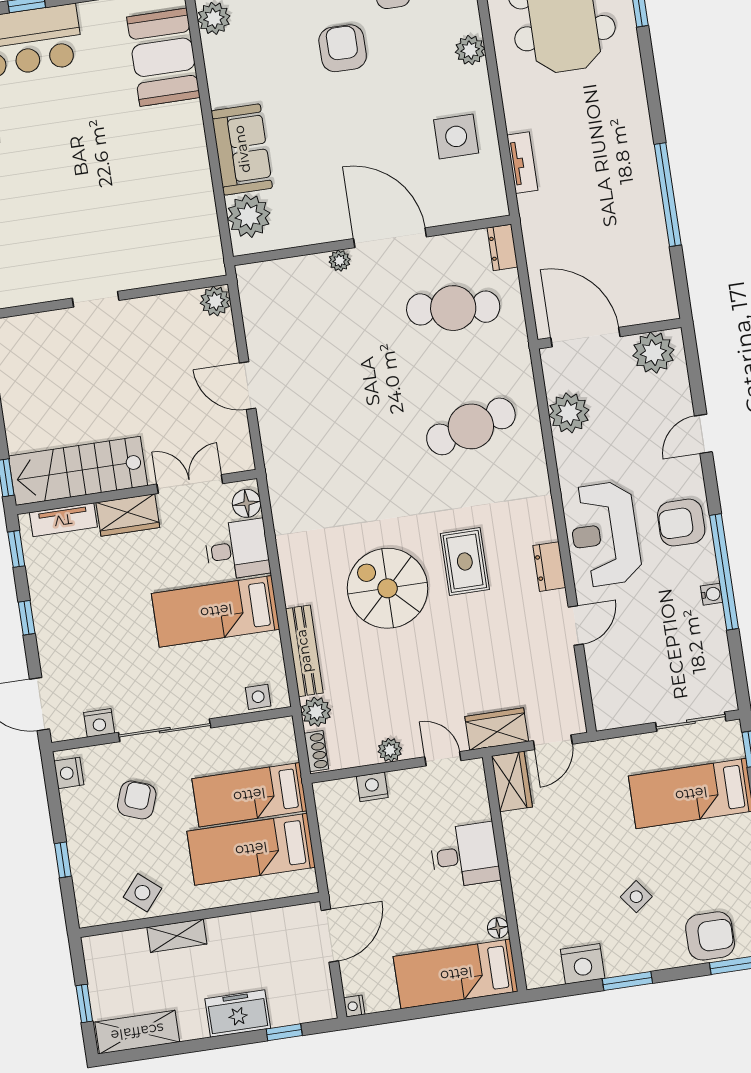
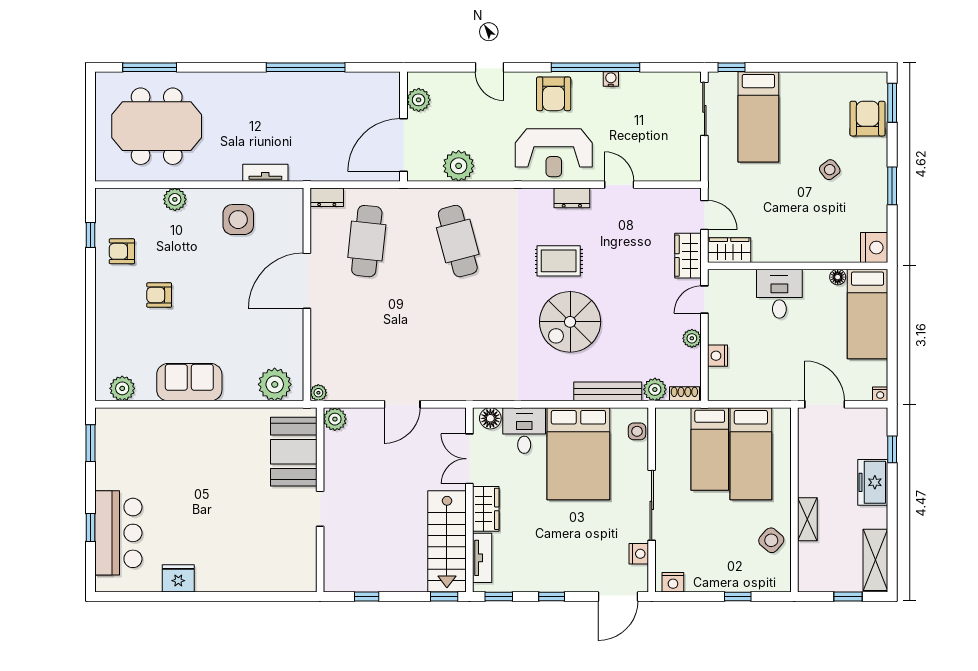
armchair: (343, 48) -> (159, 295), width x0.72, depth x0.72
booth: (163, 57) -> (294, 452), moved, turned 90
sofa: (242, 149) -> (189, 382), moved
plant: (340, 261) -> (318, 393), moved
plant: (653, 353) -> (419, 100), width x0.73, depth x0.73
bed: (216, 611) -> (578, 454), width x1.50
armchair: (137, 800) -> (701, 534), removed
nightstand: (583, 964) -> (874, 248), moved

